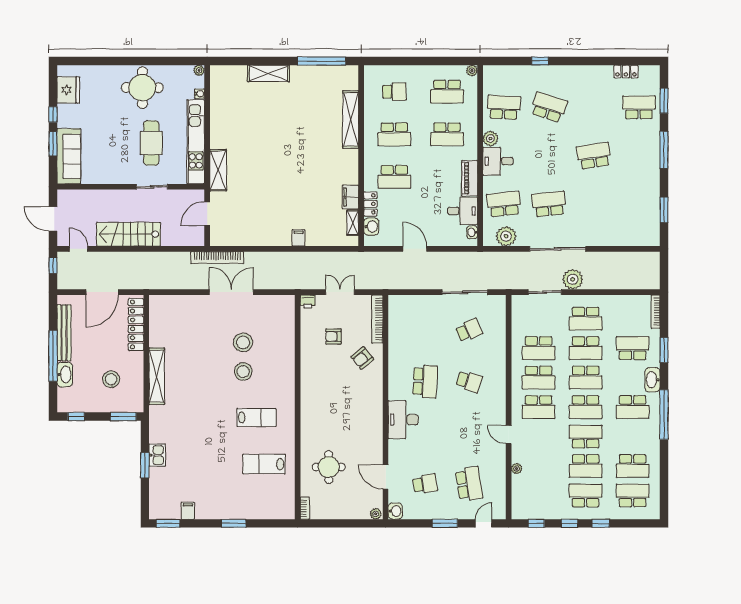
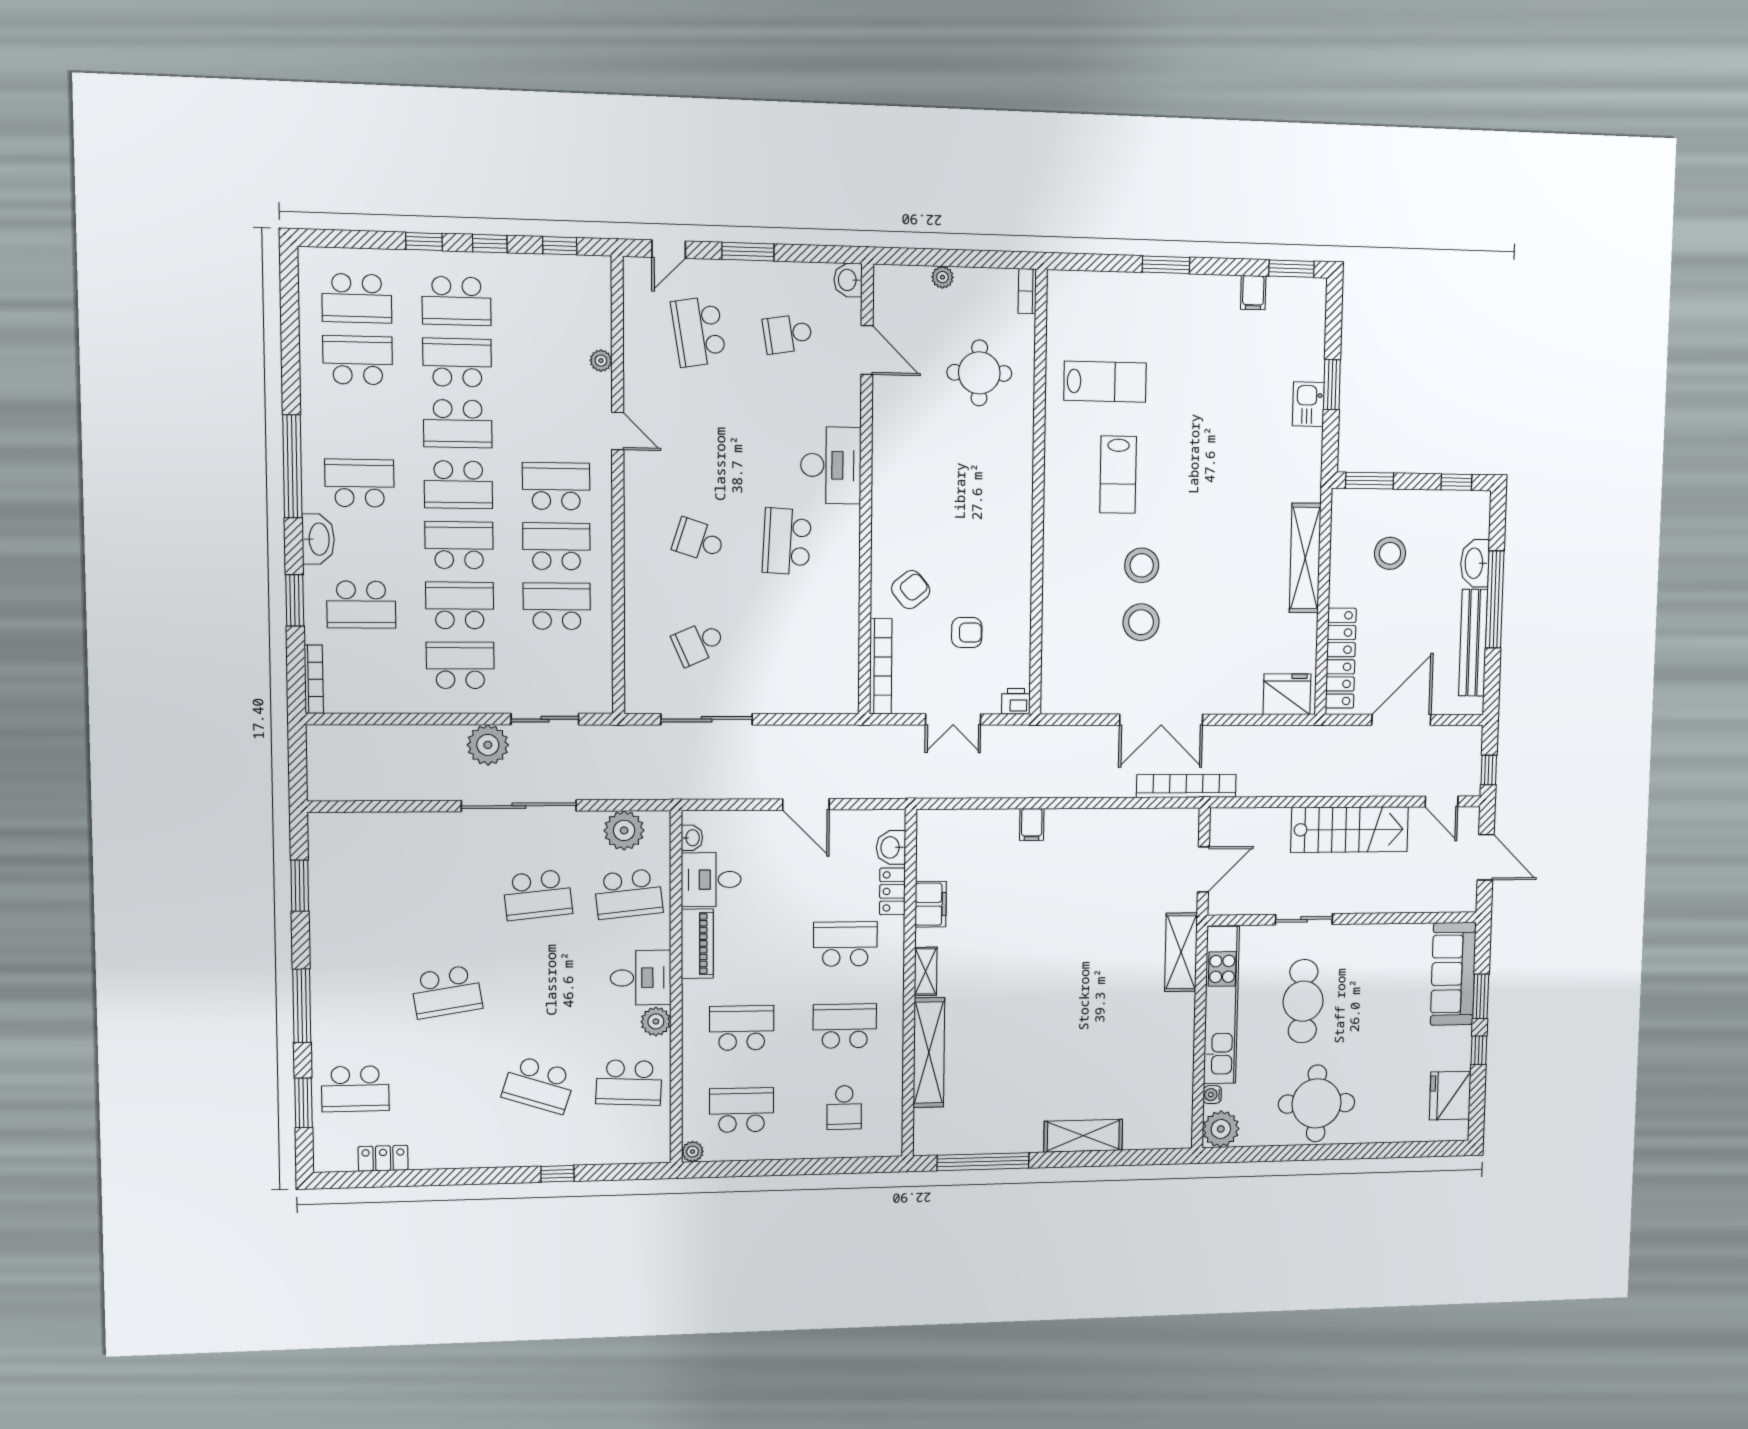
plant: (199, 70) -> (1221, 1129), width x1.87, depth x1.87
school desk: (394, 92) -> (844, 1107), turned -90
shelving: (353, 223) -> (926, 971), moved
fridge: (164, 306) -> (1287, 694), added
school desk: (586, 407) -> (458, 485), turned 180
lab bench: (256, 417) -> (1118, 475), turned -90
plant: (376, 514) -> (942, 277), moved

